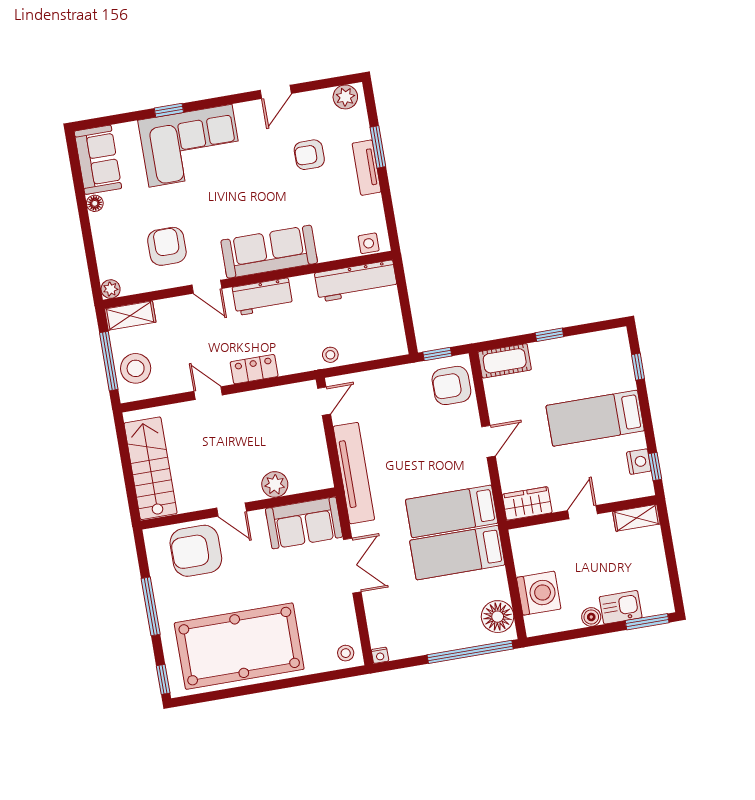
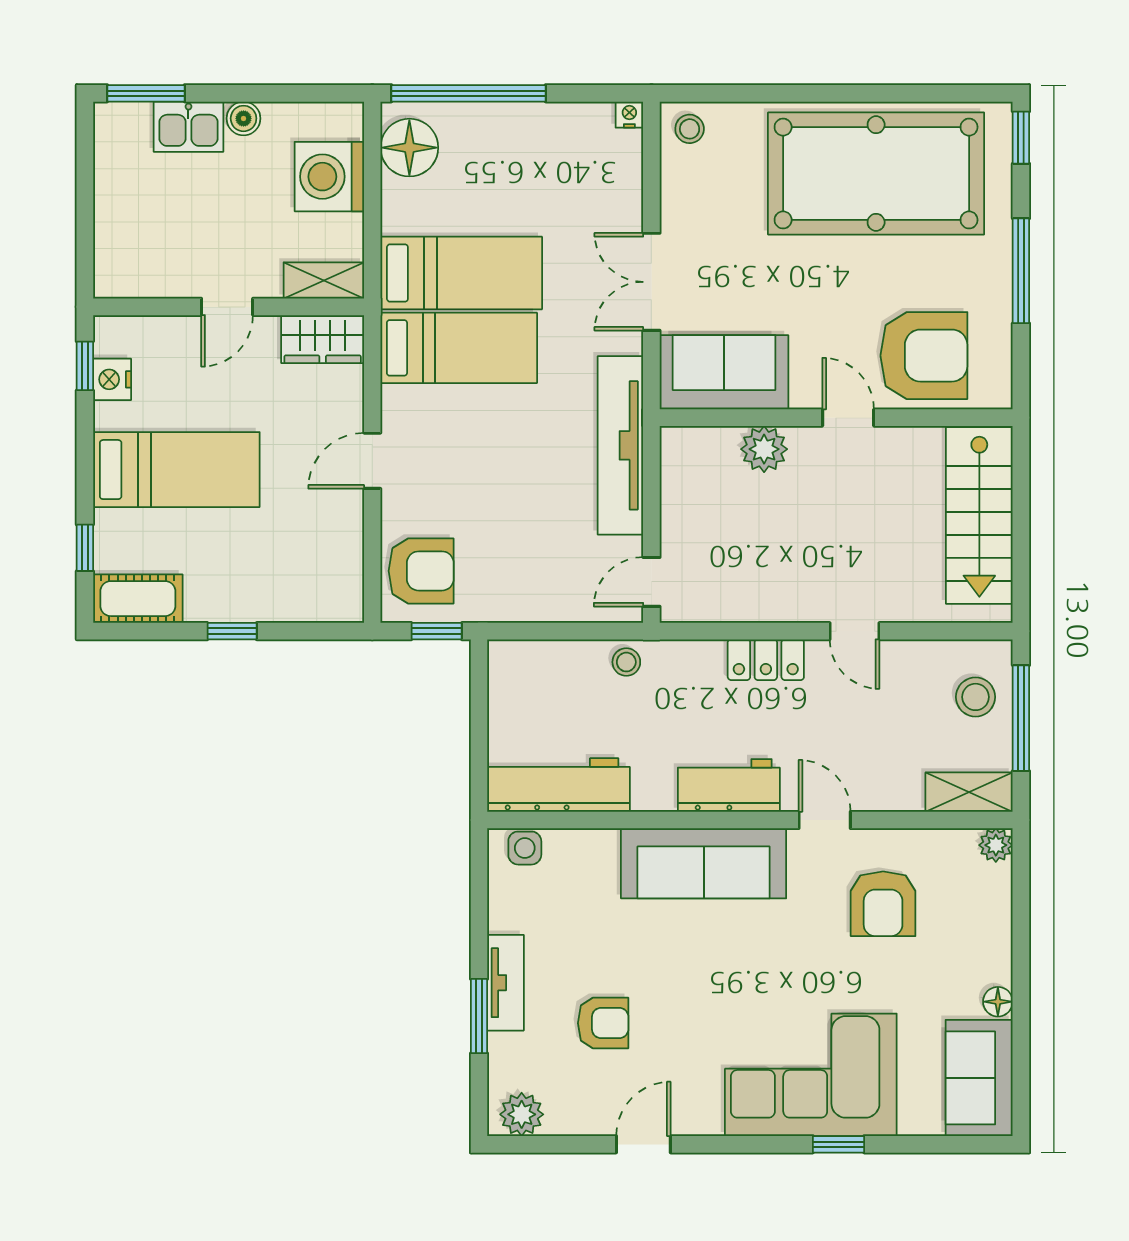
cot: (505, 361) -> (138, 599), moved
stool: (136, 368) -> (976, 697), width x0.73, depth x0.73
shelving: (636, 518) -> (324, 280), moved

